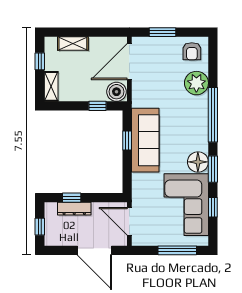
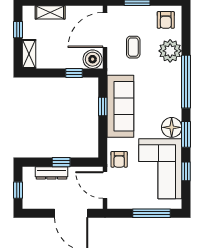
coffee table: (158, 79) -> (133, 47), added
armchair: (144, 195) -> (119, 159), added
window: (72, 198) -> (61, 162), moved

